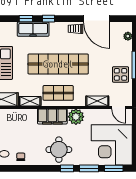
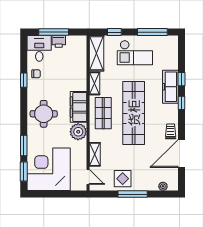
door: (119, 107) -> (88, 177), swing flipped
window: (67, 168) -> (24, 80), moved

